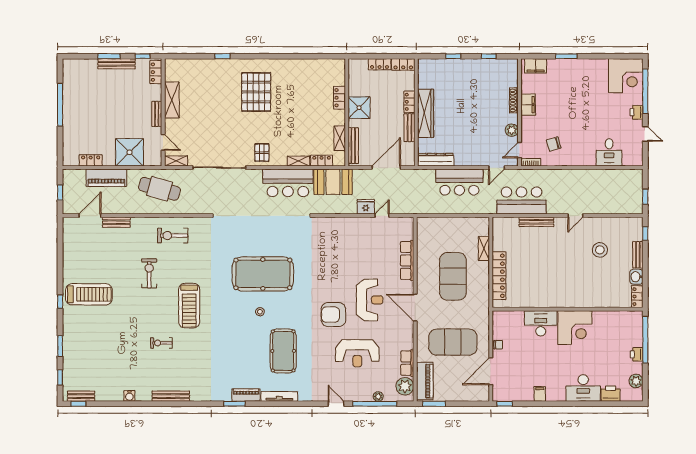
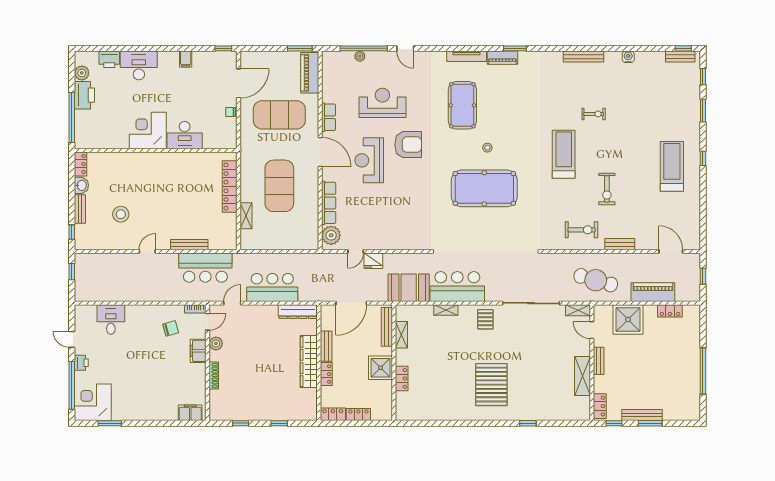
window: (566, 56) -> (110, 423), moved
filing cabinet: (528, 105) -> (198, 351), moved
locker: (322, 161) -> (421, 311), removed
door: (90, 216) -> (671, 251), swing flipped
bench: (116, 222) -> (620, 244), moved
treadmill: (89, 294) -> (672, 166), turned 90
printer: (637, 354) -> (84, 95), width x1.87, depth x1.48
row of seats: (407, 363) -> (329, 117), moved
plant: (405, 386) -> (331, 235), moved

